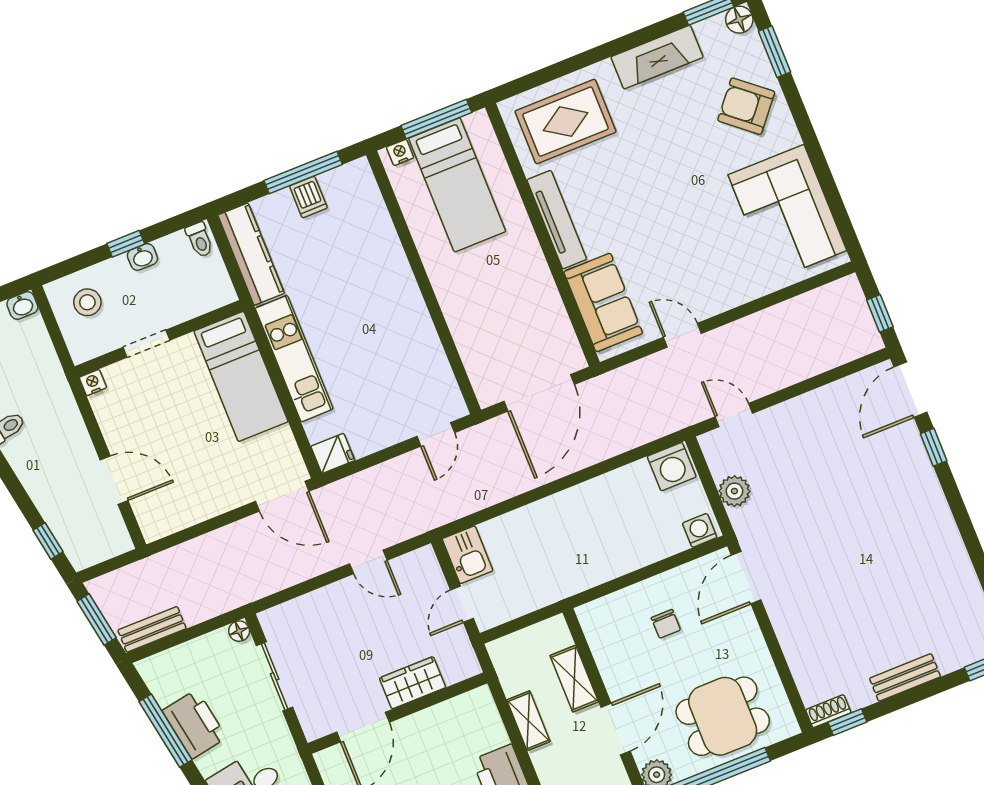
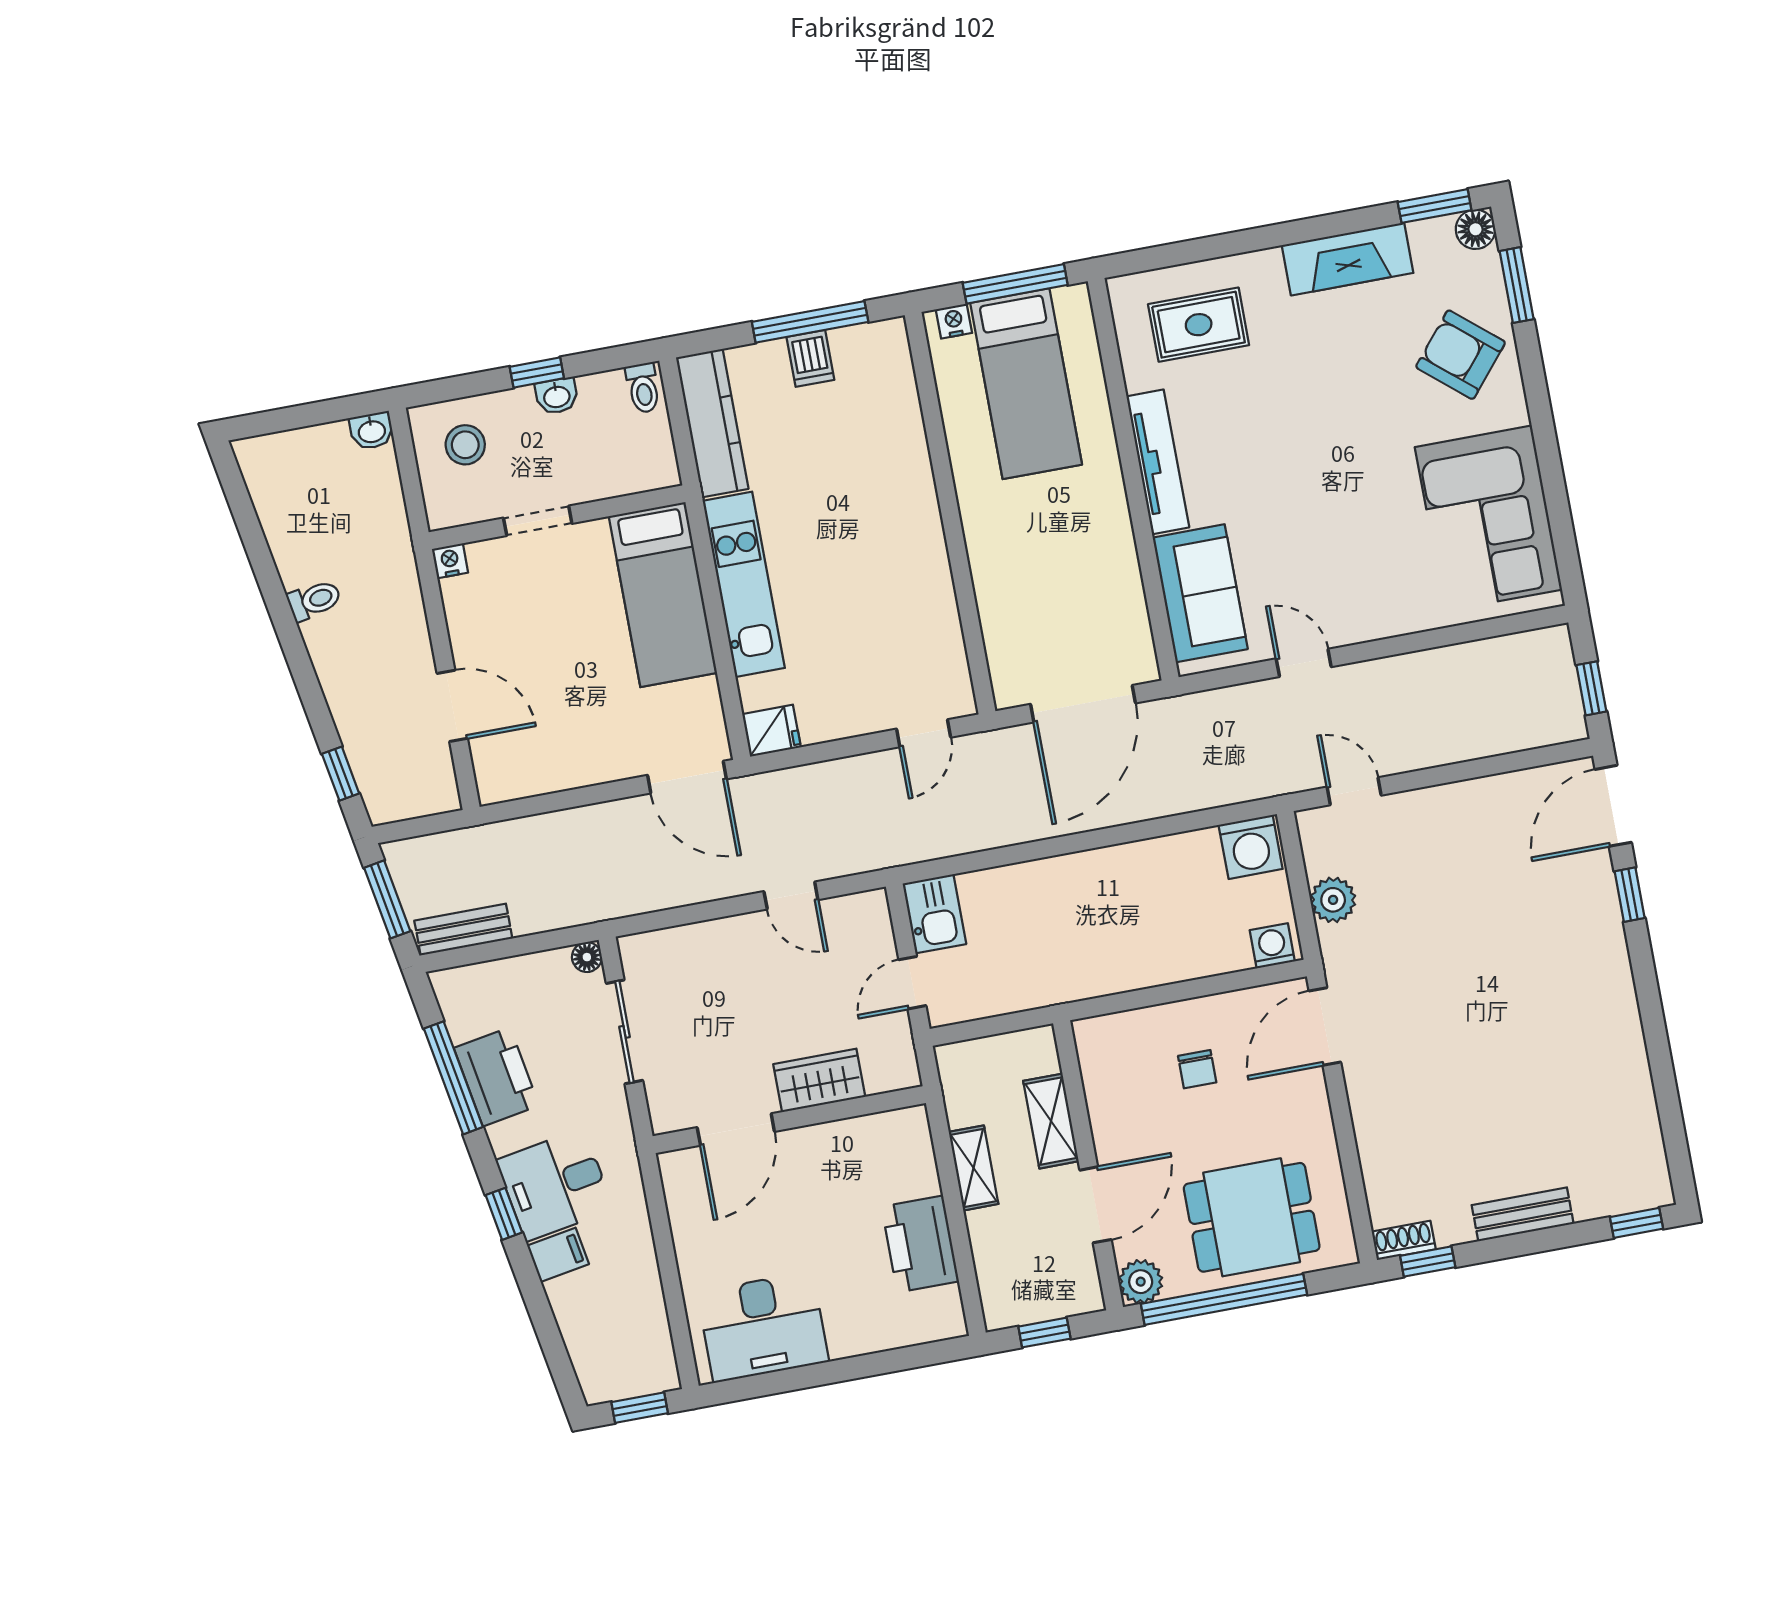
rug: (566, 122) -> (1199, 325), width x0.73, depth x0.70

